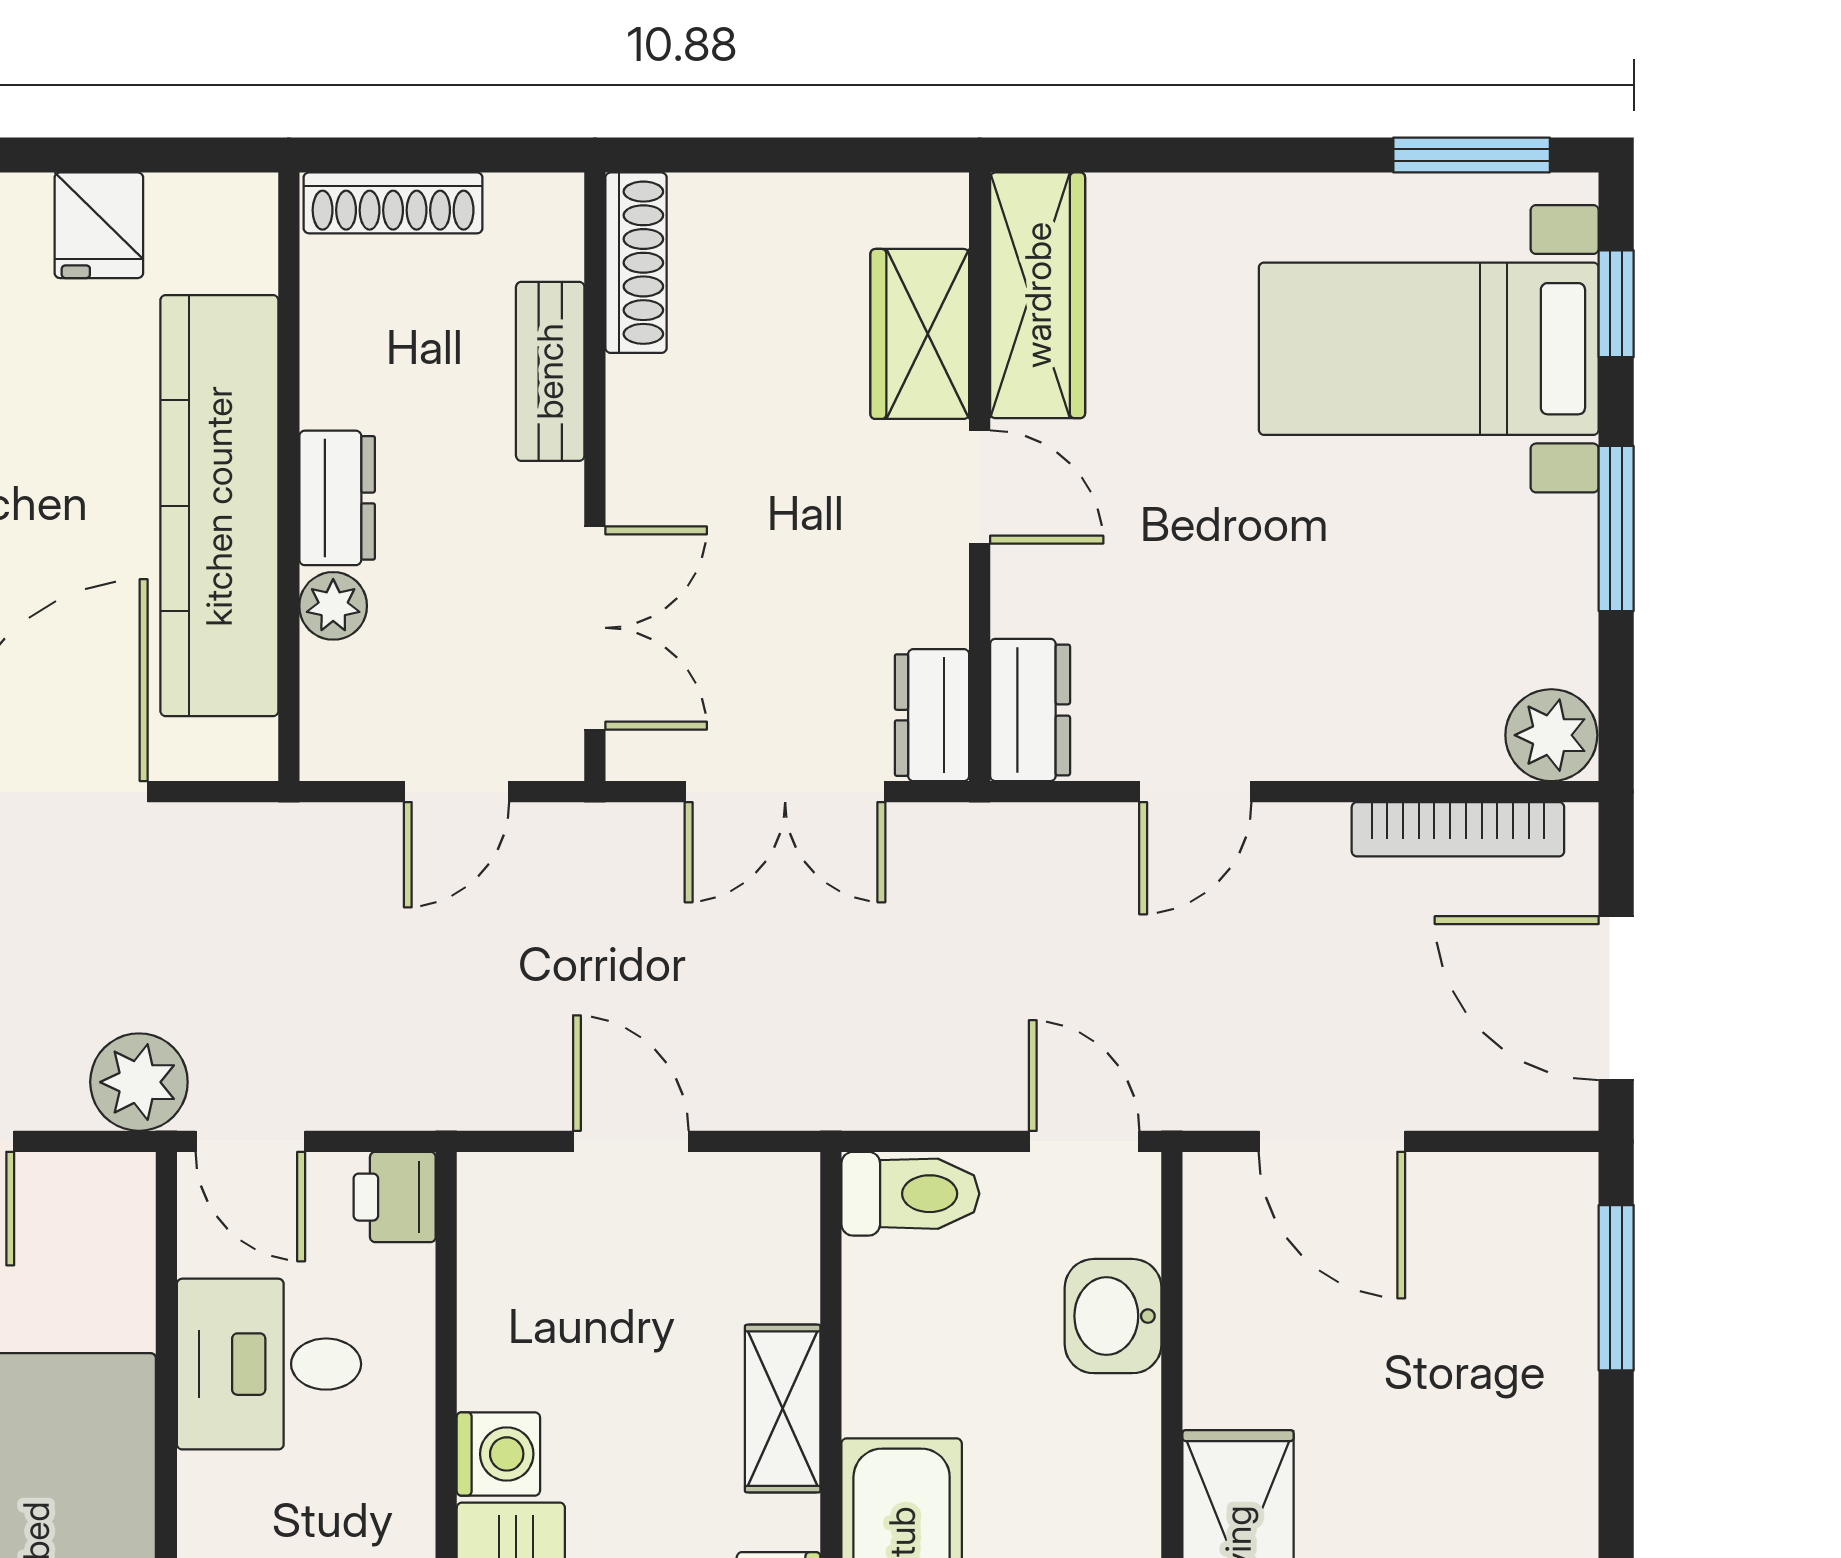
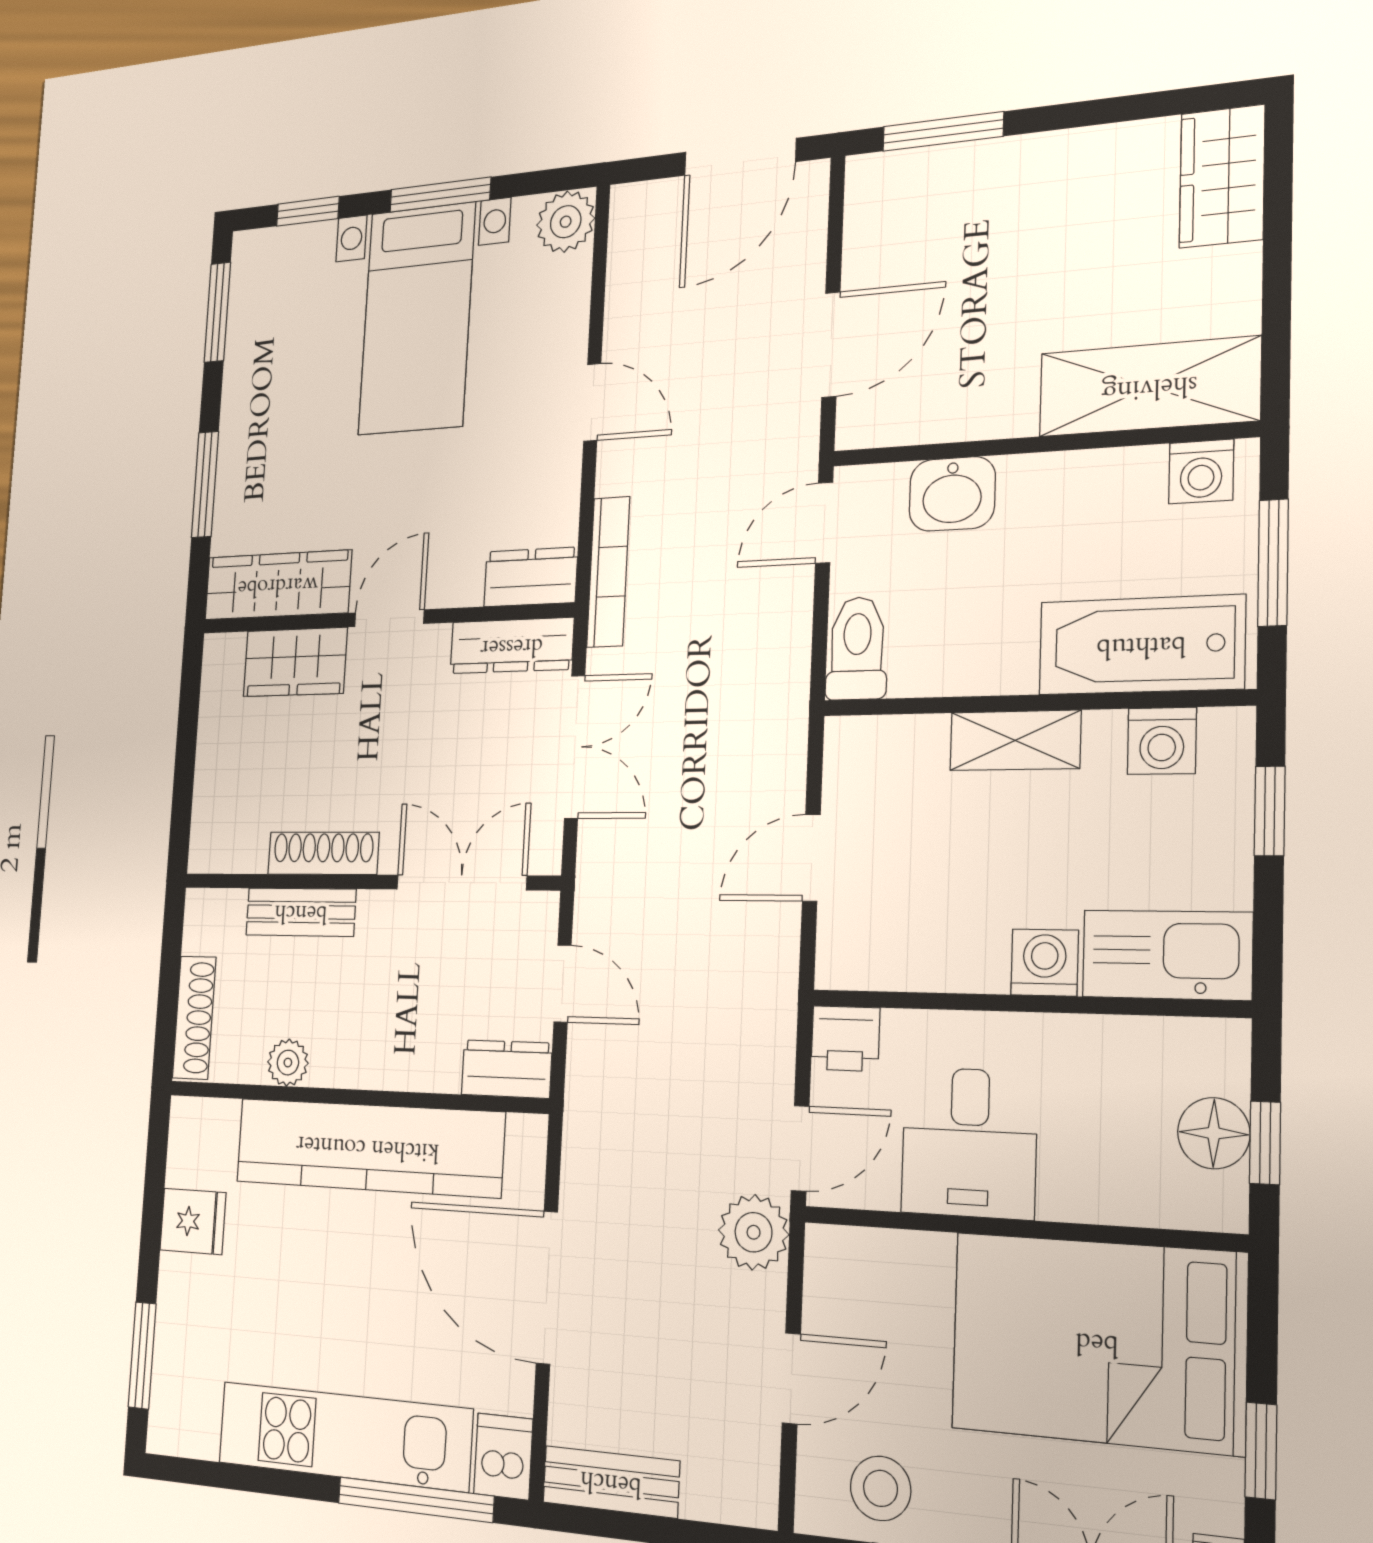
window: (1200, 155) -> (205, 484), added
shoe rack: (636, 263) -> (323, 853), moved
bed with nightstands: (1429, 349) -> (417, 319), moved
dresser: (337, 498) -> (507, 1069), moved
plant: (333, 606) -> (288, 1063), moved
dresser: (932, 715) -> (512, 646), width x1.44
door: (1195, 792) -> (592, 402), moved
bookcase: (1458, 829) -> (608, 572), moved

